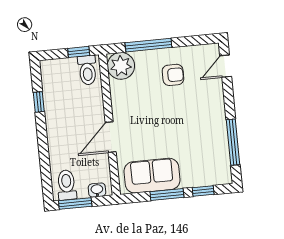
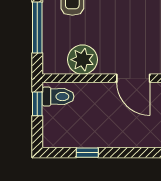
plant: (121, 66) -> (83, 60), moved

